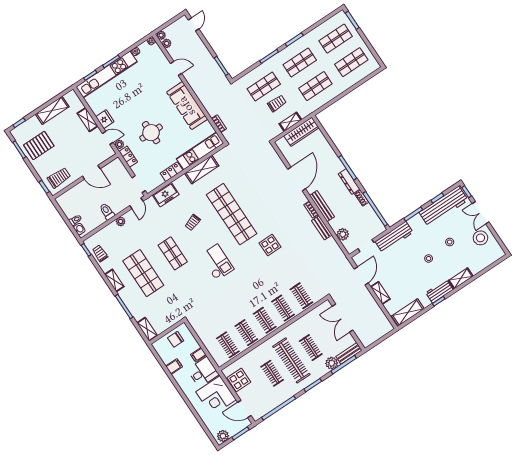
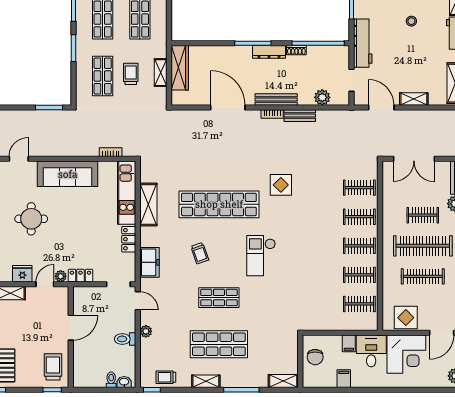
round table: (151, 133) -> (31, 219), moved
checkout: (217, 262) -> (261, 256), turned -90
clothes rail: (272, 373) -> (423, 276), width x1.36

